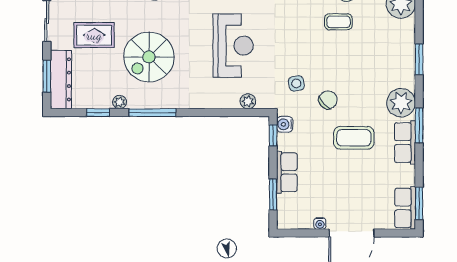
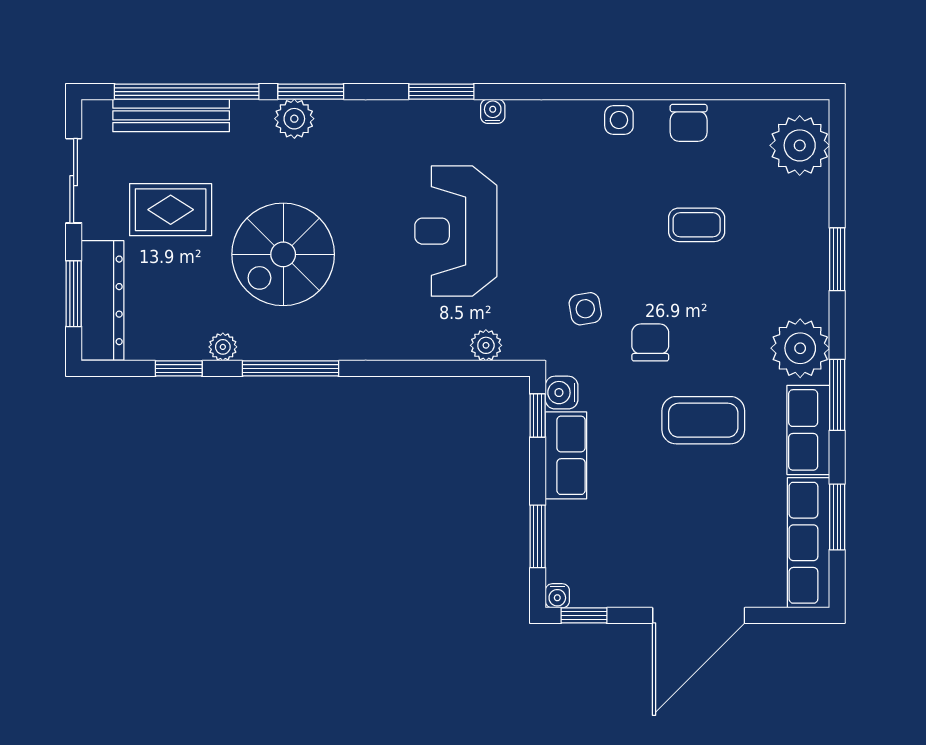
coffee table: (338, 22) -> (697, 225), moved
reception desk: (233, 46) -> (456, 231), turned 180
chair: (328, 100) -> (650, 342), turned -48
row of seats: (287, 172) -> (566, 455), moved
window: (419, 203) -> (837, 517), moved
row of seats: (405, 208) -> (808, 543), width x1.48
water cooler: (320, 223) -> (557, 596), moved
window: (296, 233) -> (584, 615), added

